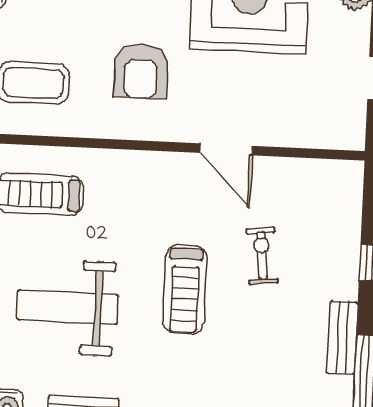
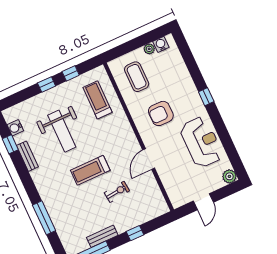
weight bench: (68, 307) -> (62, 131), turned 180

